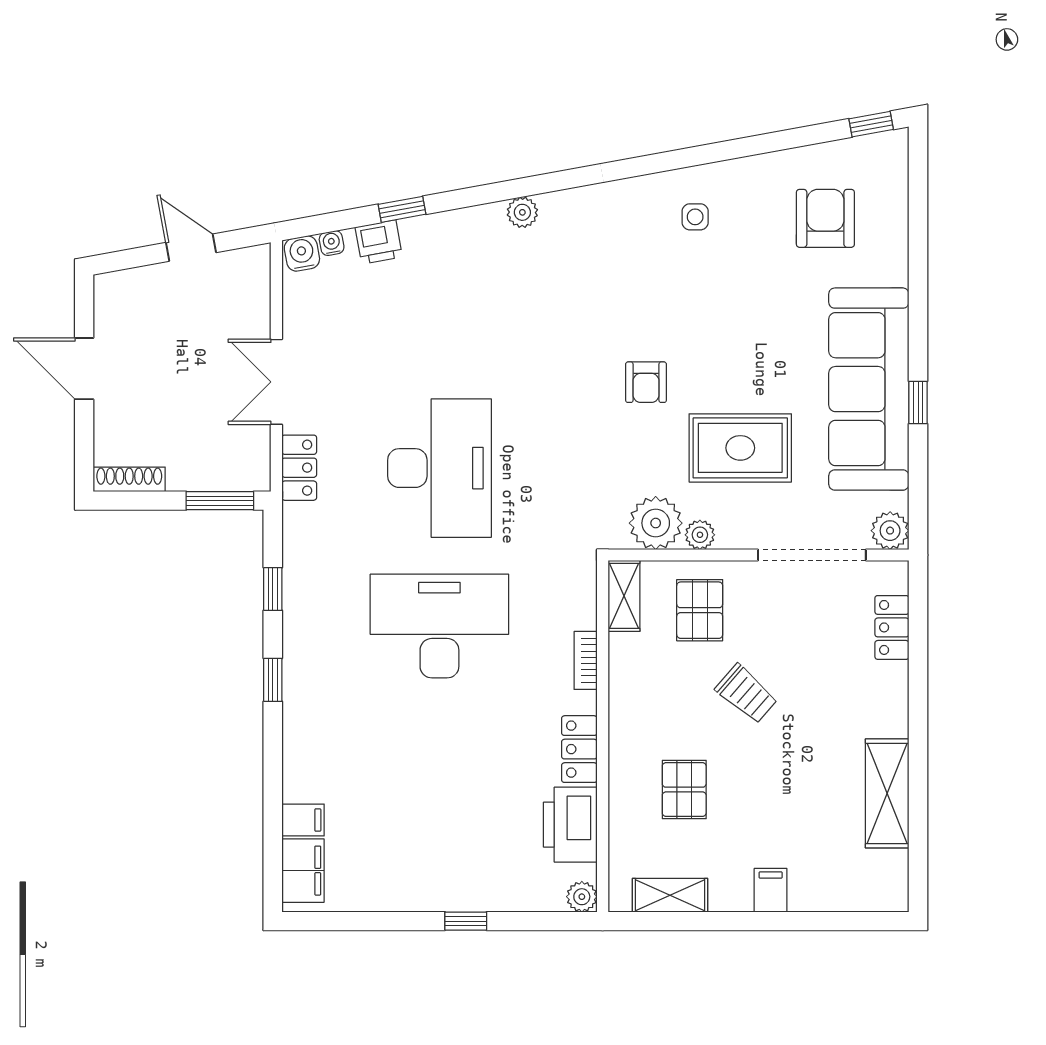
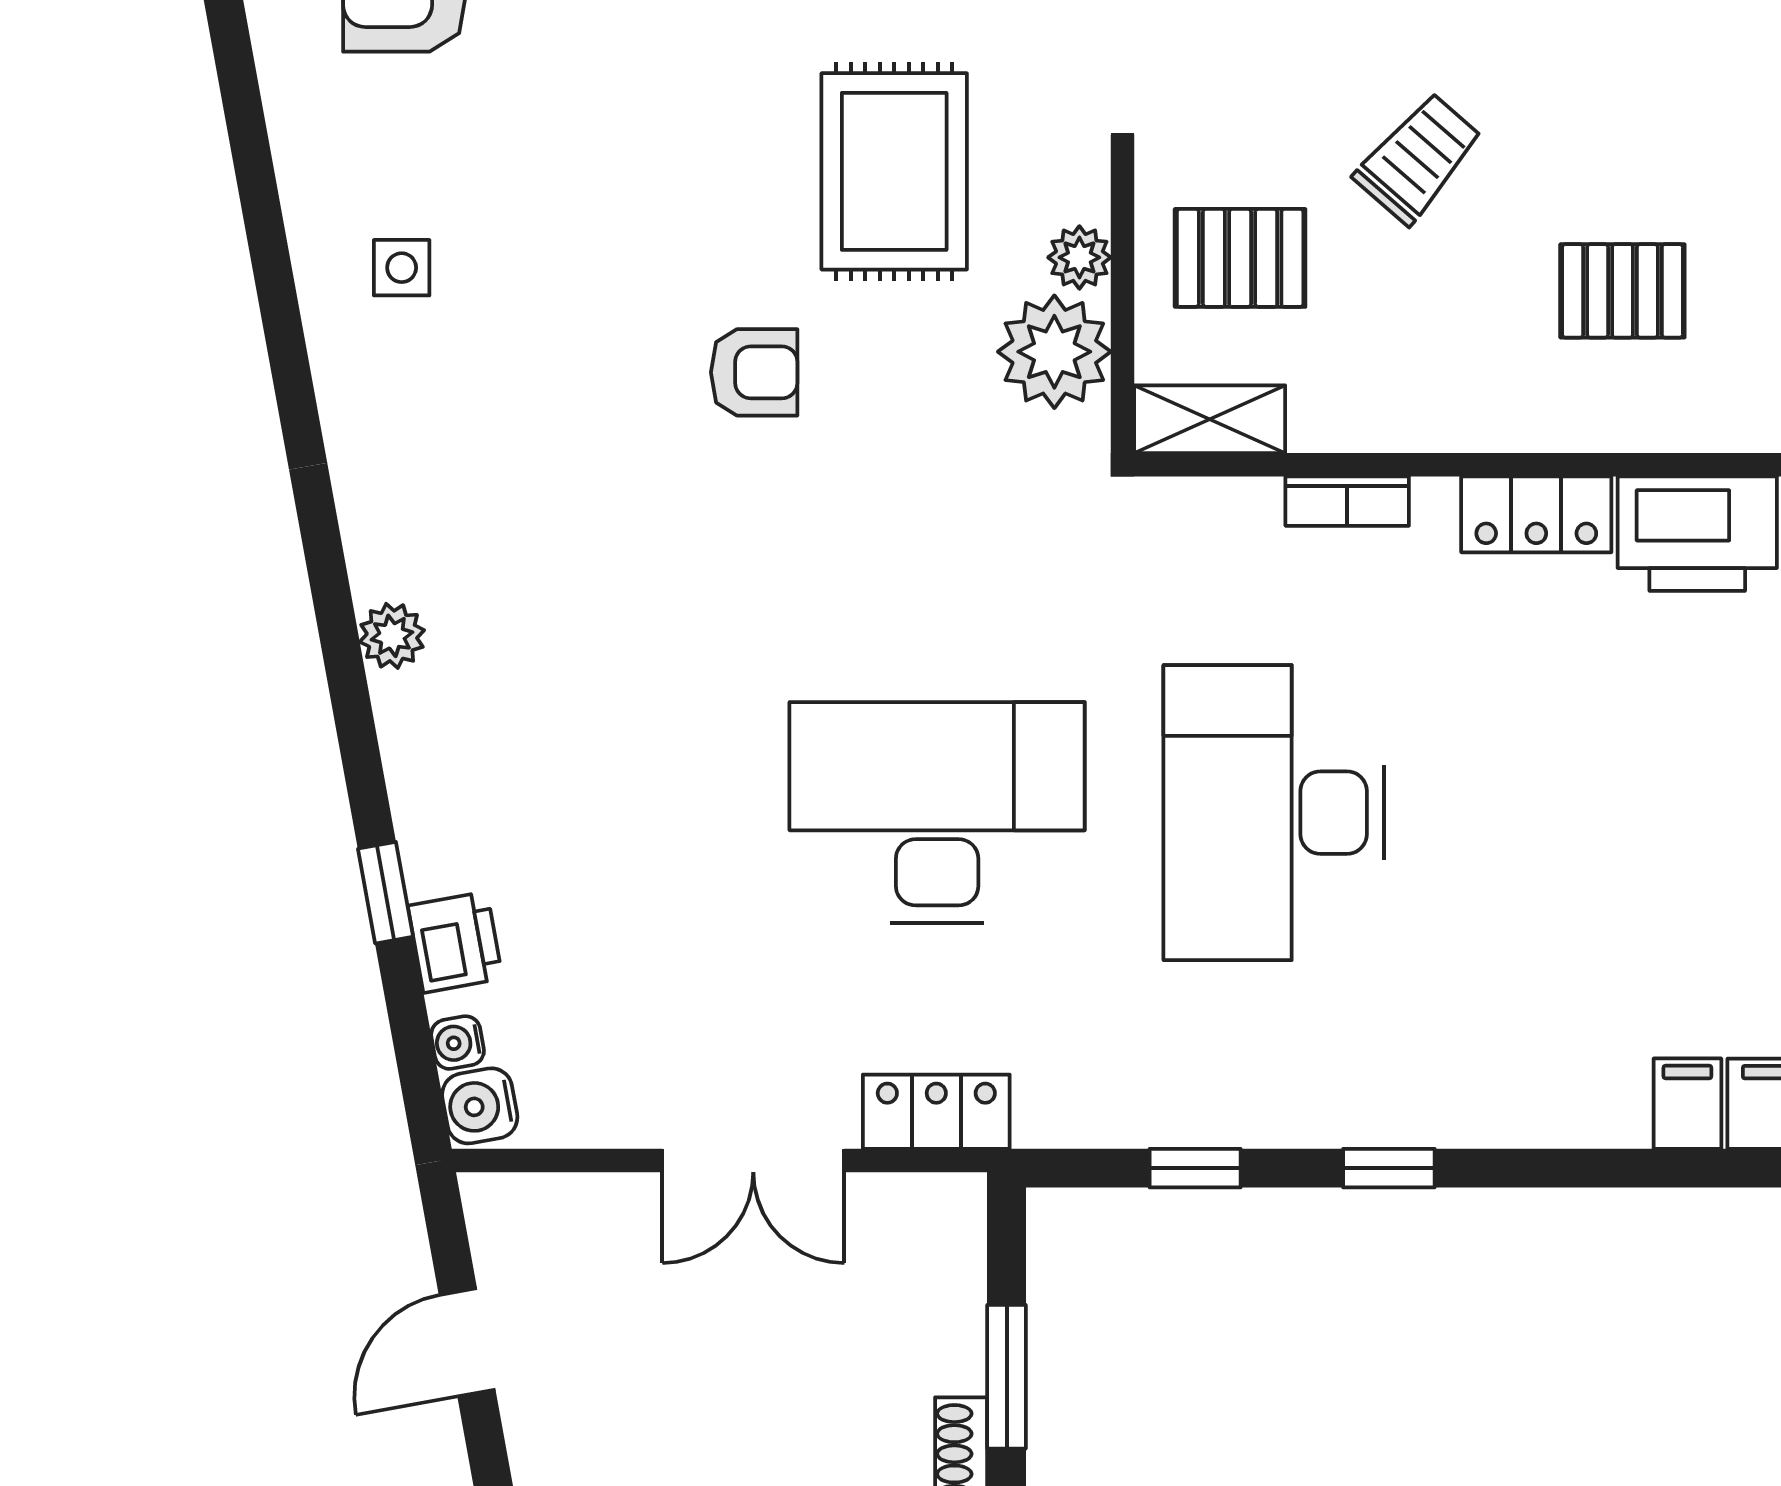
window: (220, 501) -> (1007, 1377), moved

